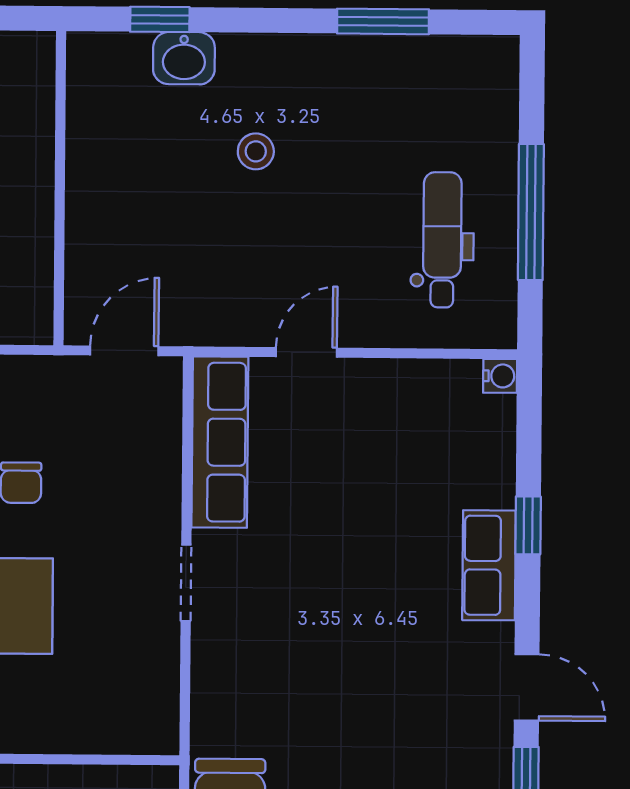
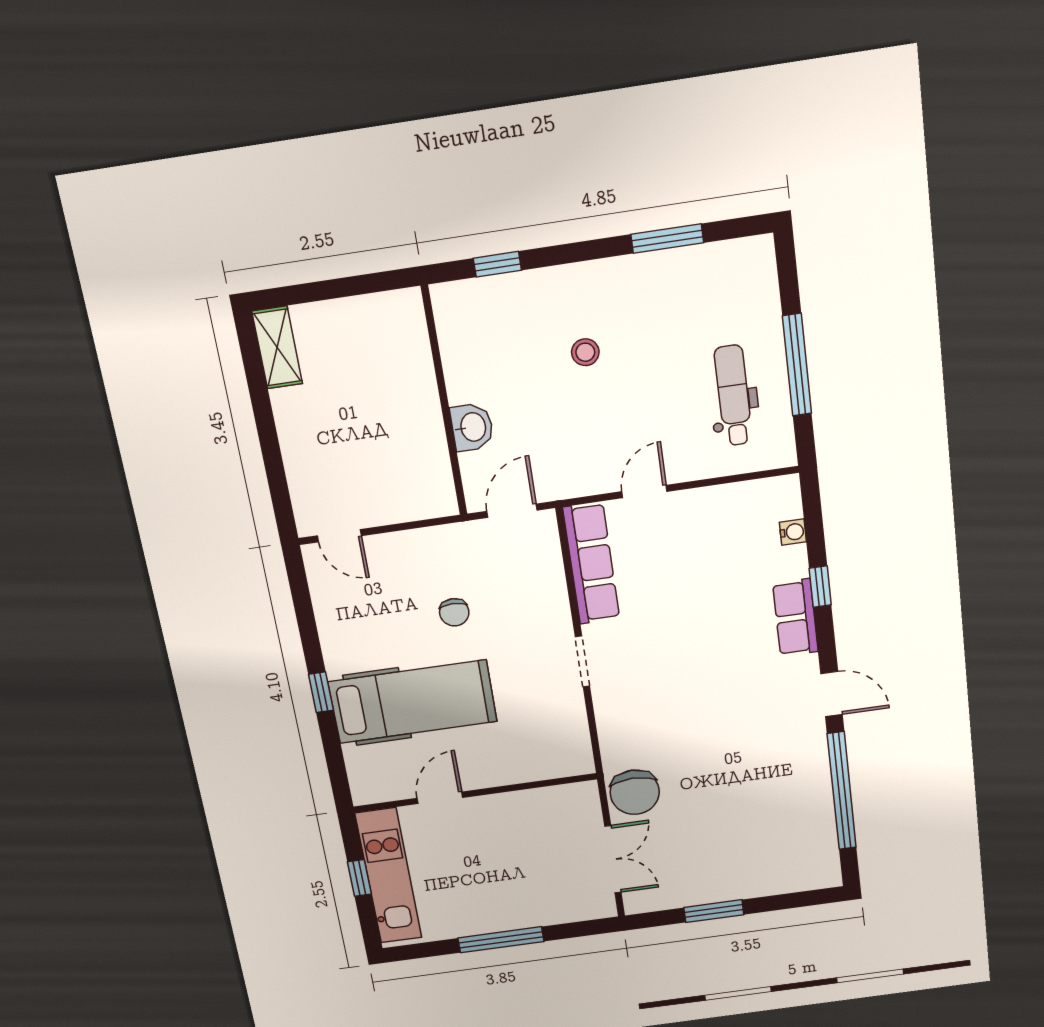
washbasin: (184, 58) -> (472, 427), moved, turned -90
water cooler: (500, 376) -> (793, 532), moved

